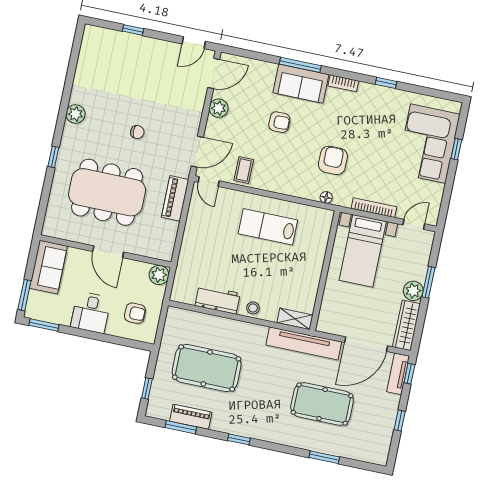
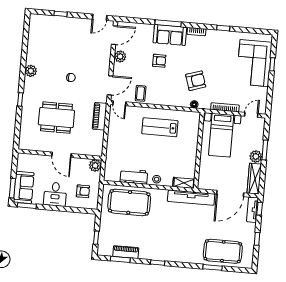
armchair: (333, 160) -> (196, 81), turned 72
dining table: (107, 192) -> (56, 118), width x0.73, depth x0.80
sofa: (48, 267) -> (24, 187), moved
pool table: (207, 368) -> (129, 202), moved
pool table: (322, 404) -> (223, 251), moved

